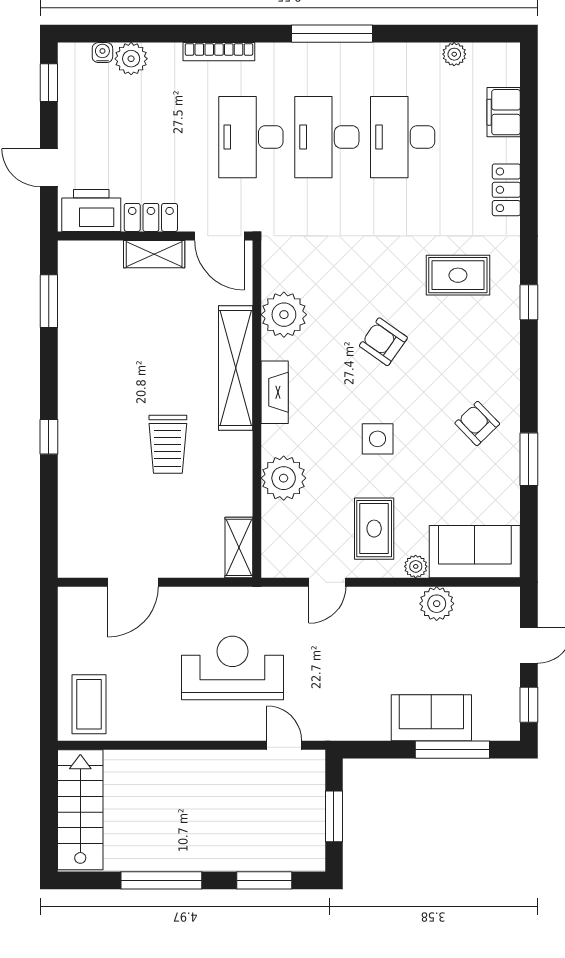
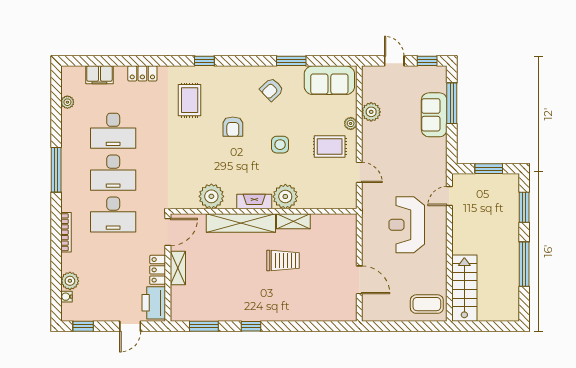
armchair: (383, 342) -> (233, 127), moved, turned -35
window: (49, 437) -> (251, 326), moved
plant: (284, 478) -> (285, 197), moved
shelving: (239, 547) -> (293, 221), moved
sofa: (475, 552) -> (329, 80), moved, turned -90
stairs: (80, 810) -> (464, 288), moved, turned 90

